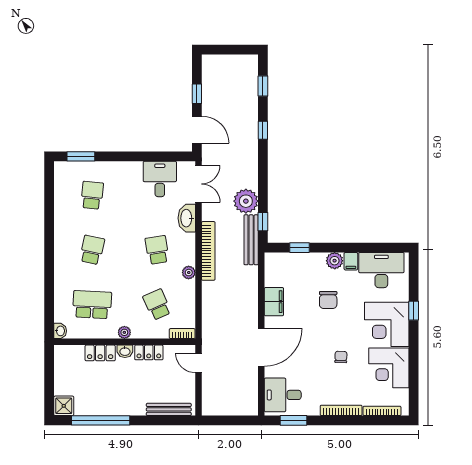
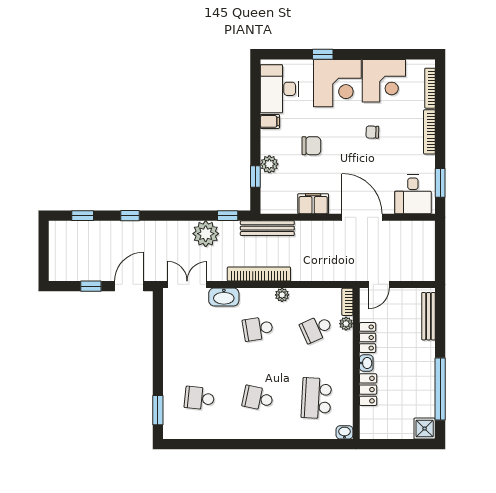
desk: (160, 179) -> (182, 326), removed
bench: (251, 240) -> (267, 228), moved
plant: (335, 261) -> (269, 164), moved
plant: (124, 332) -> (346, 324), moved

